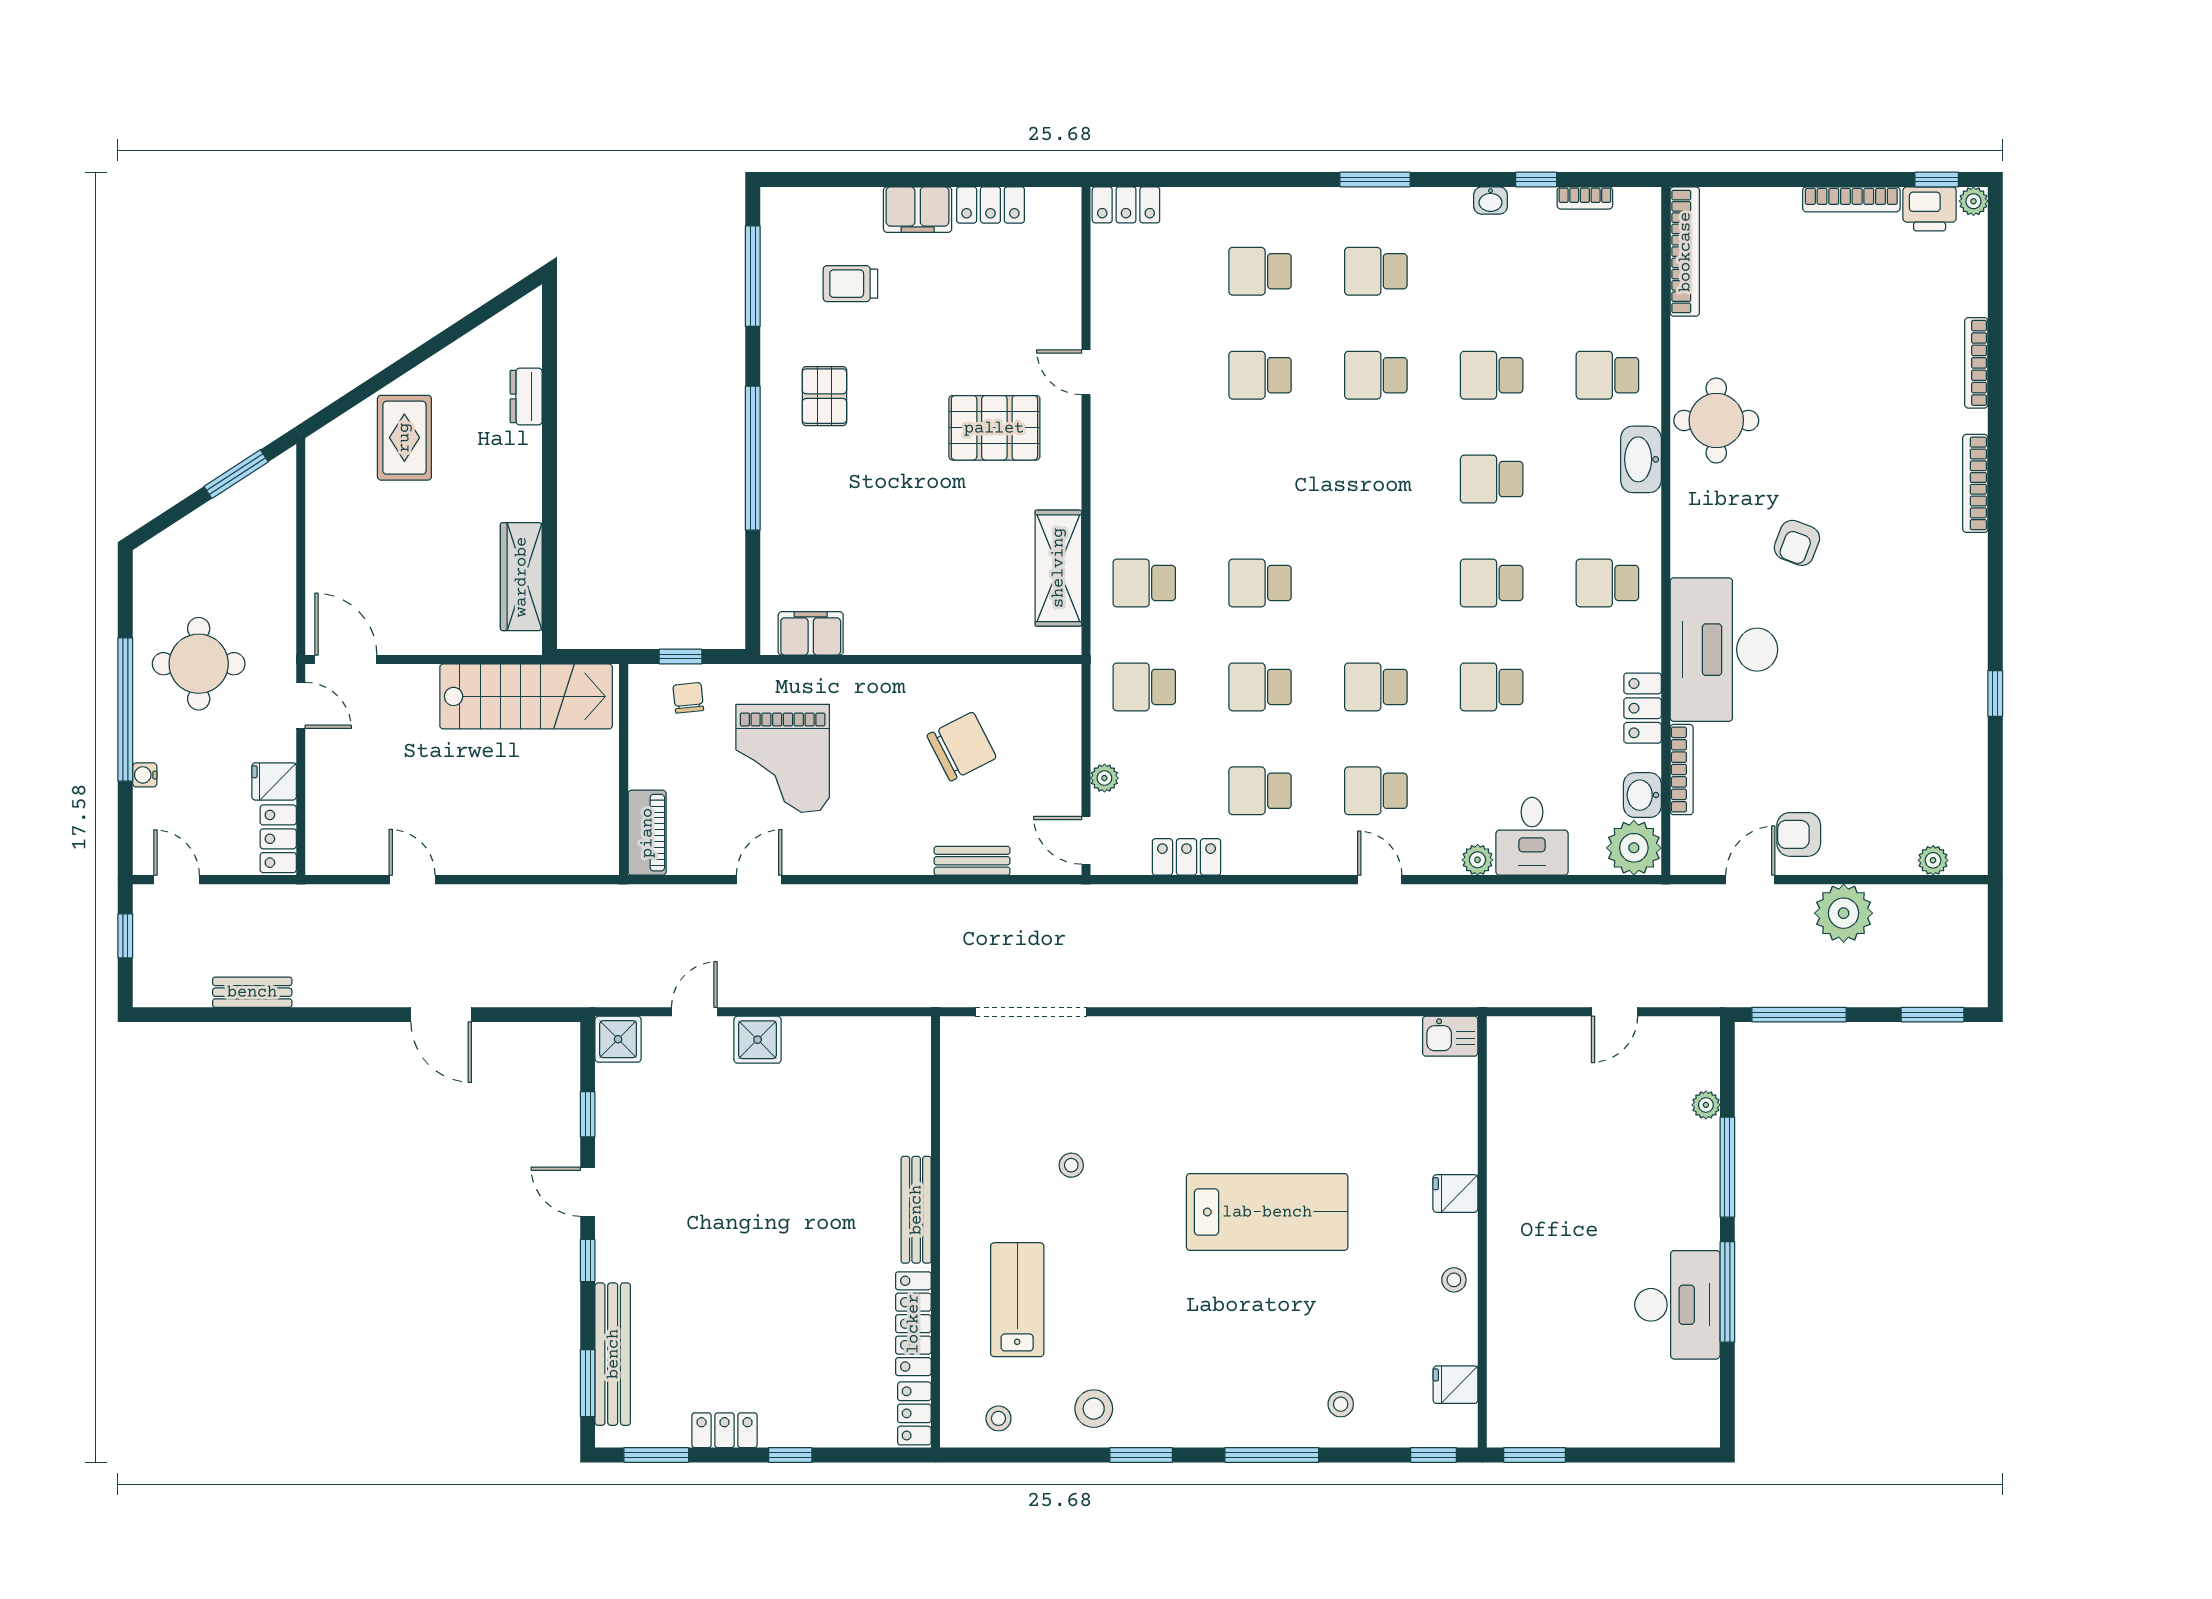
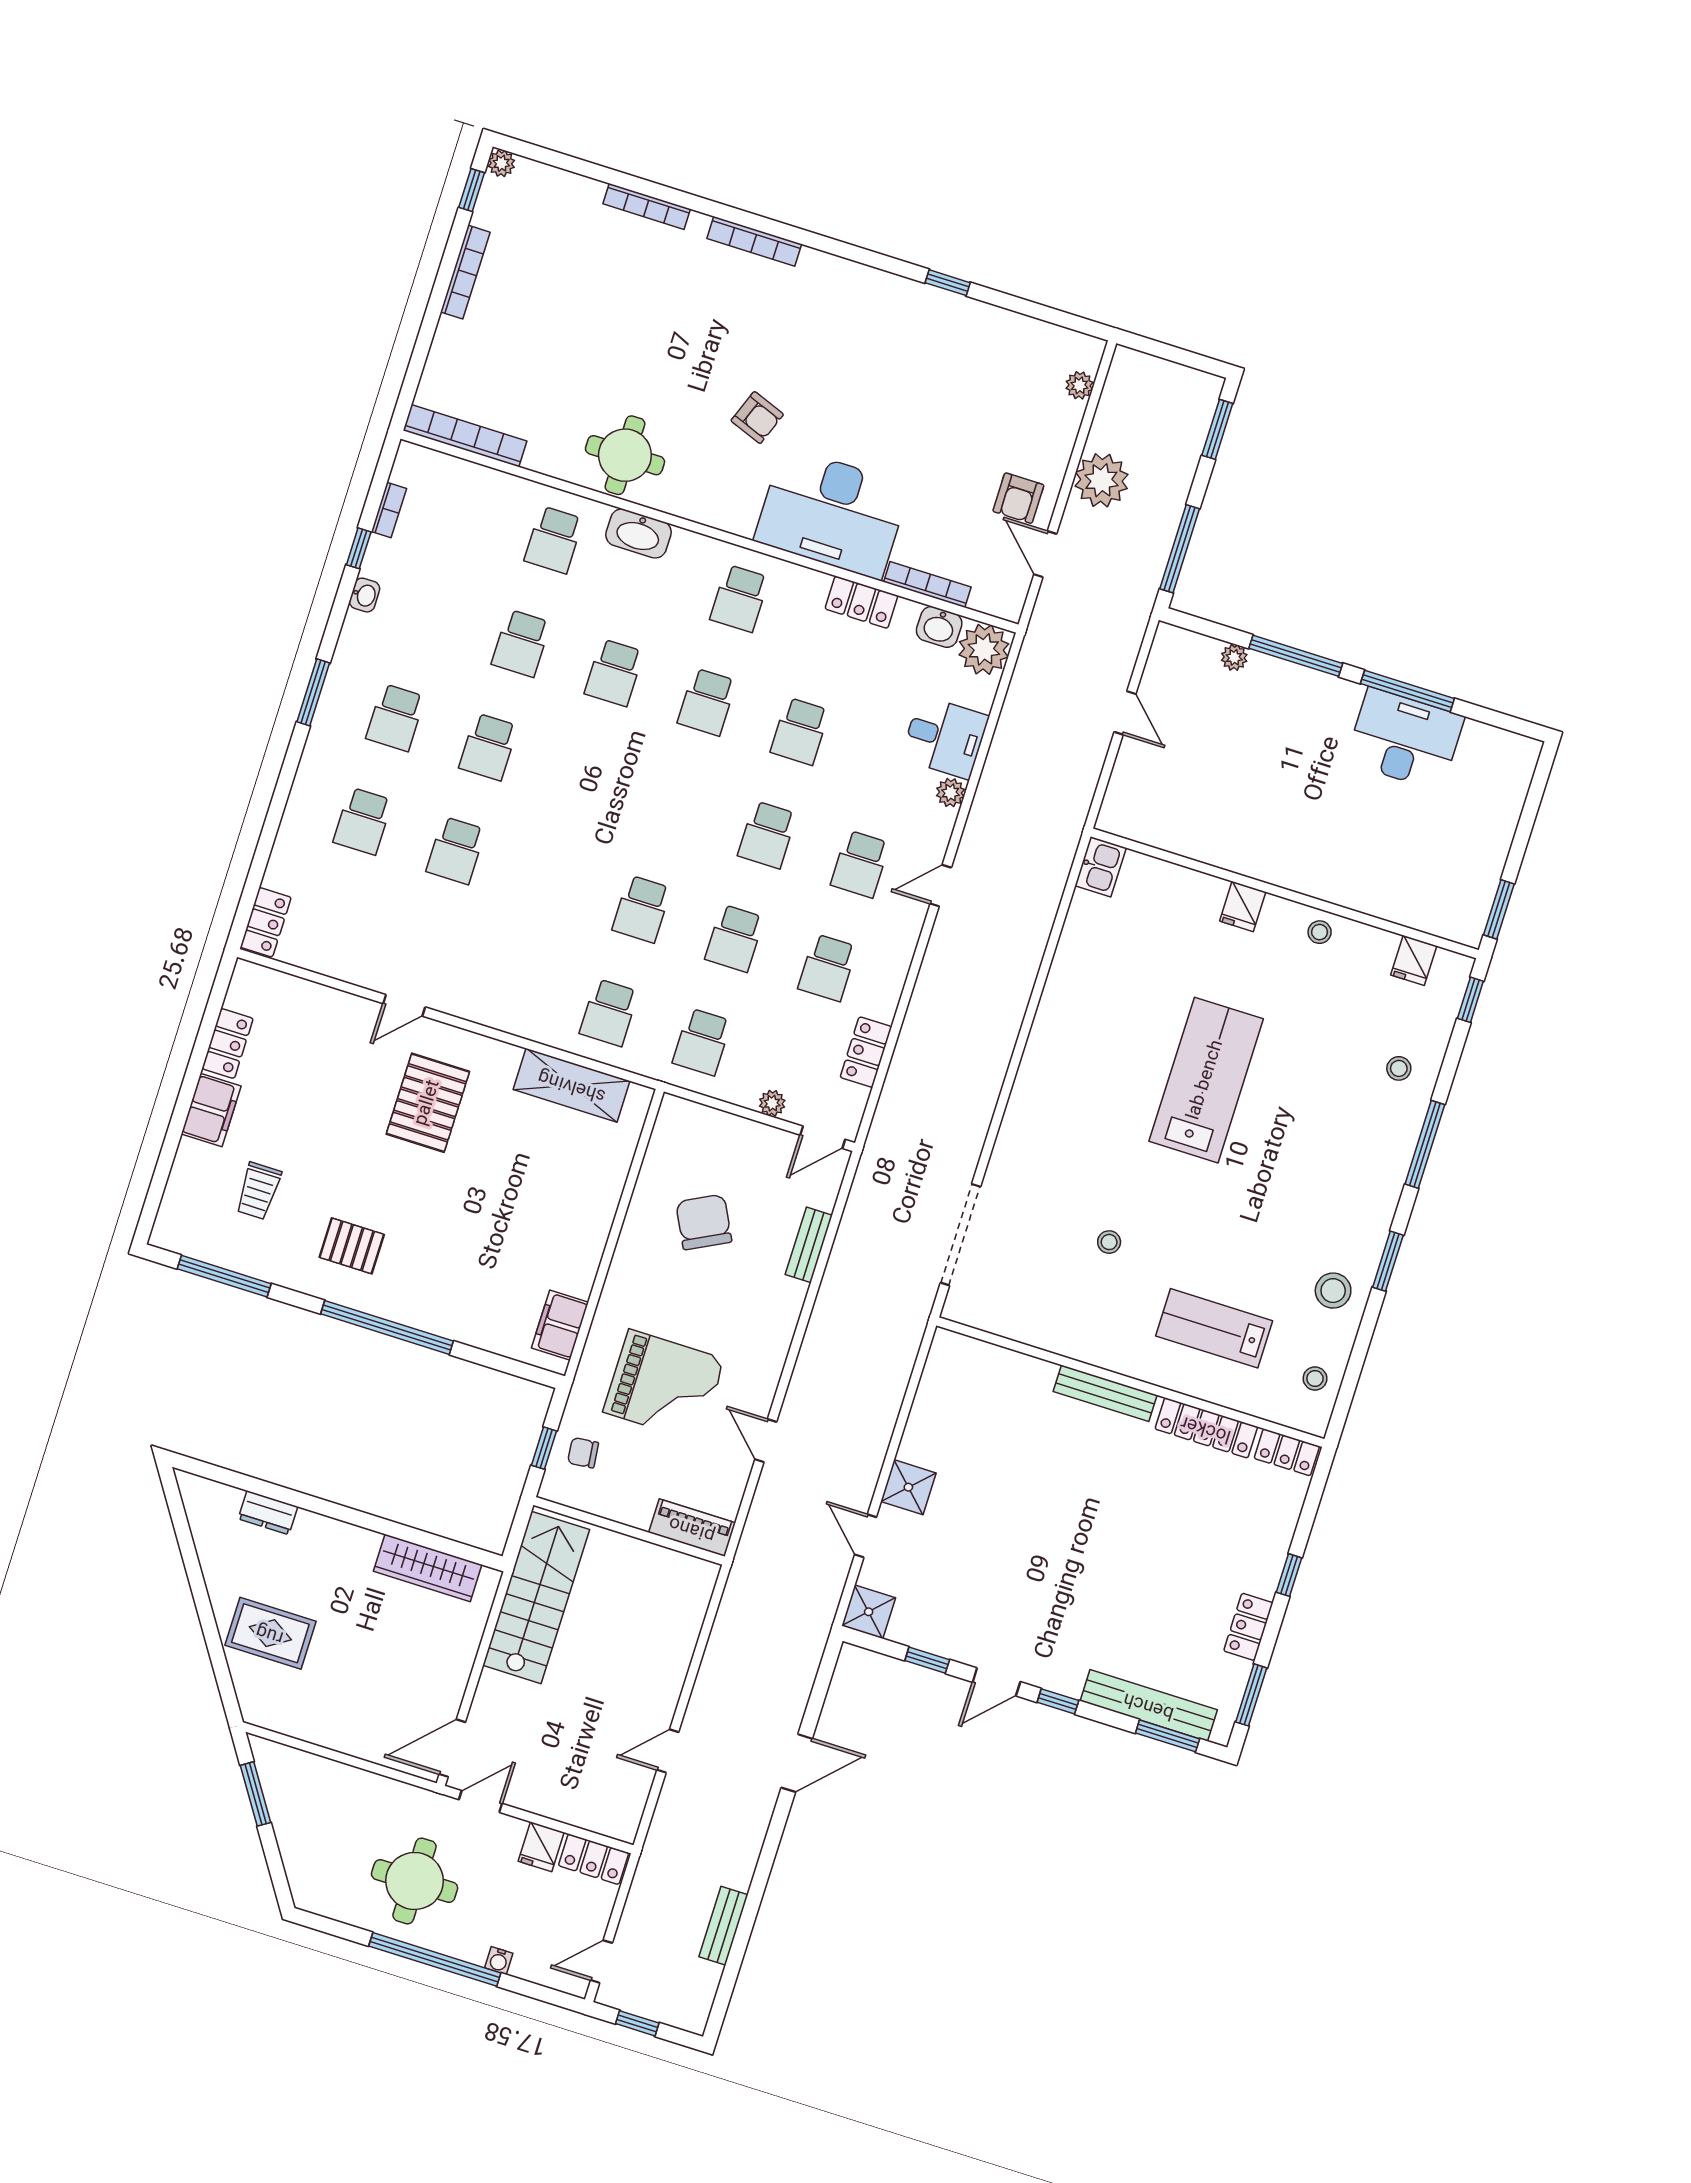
printer: (1930, 209) -> (496, 205), removed

